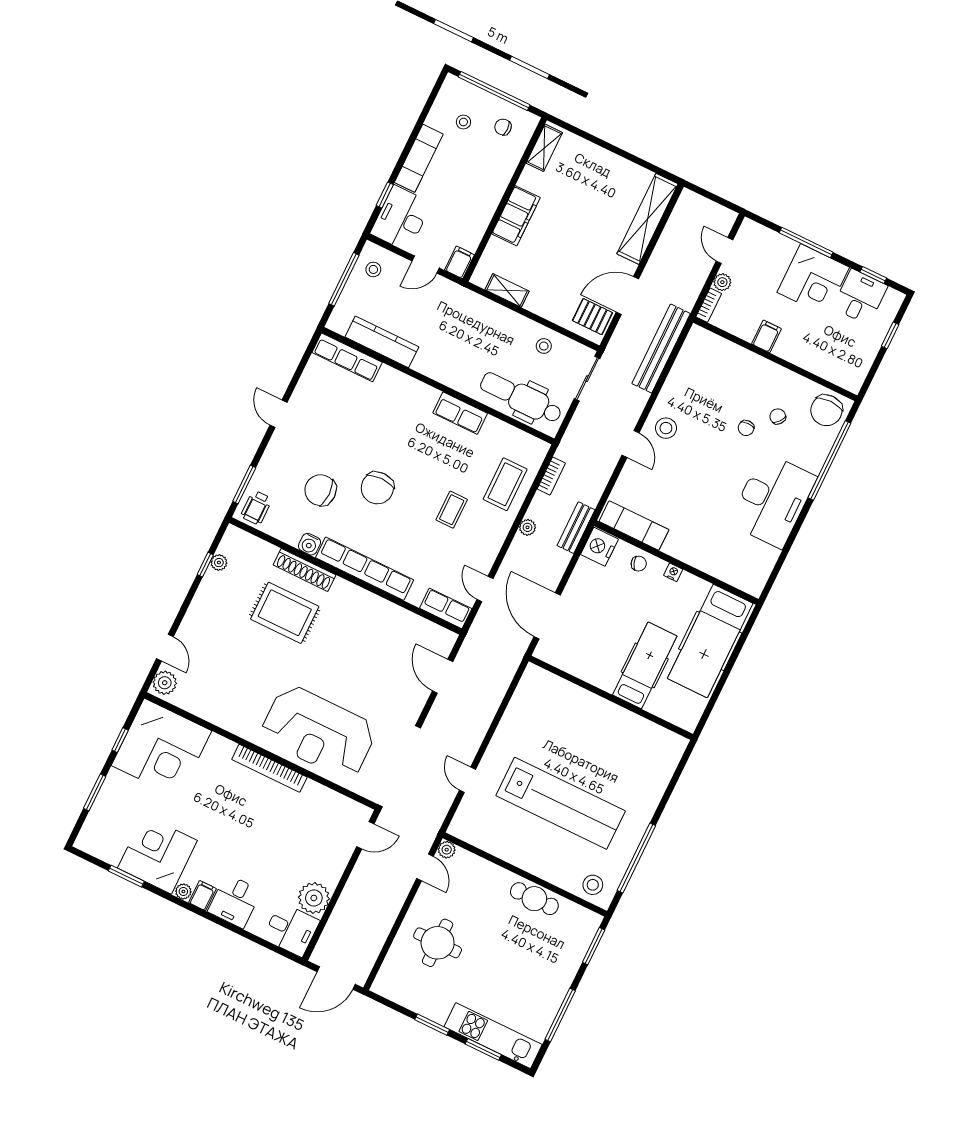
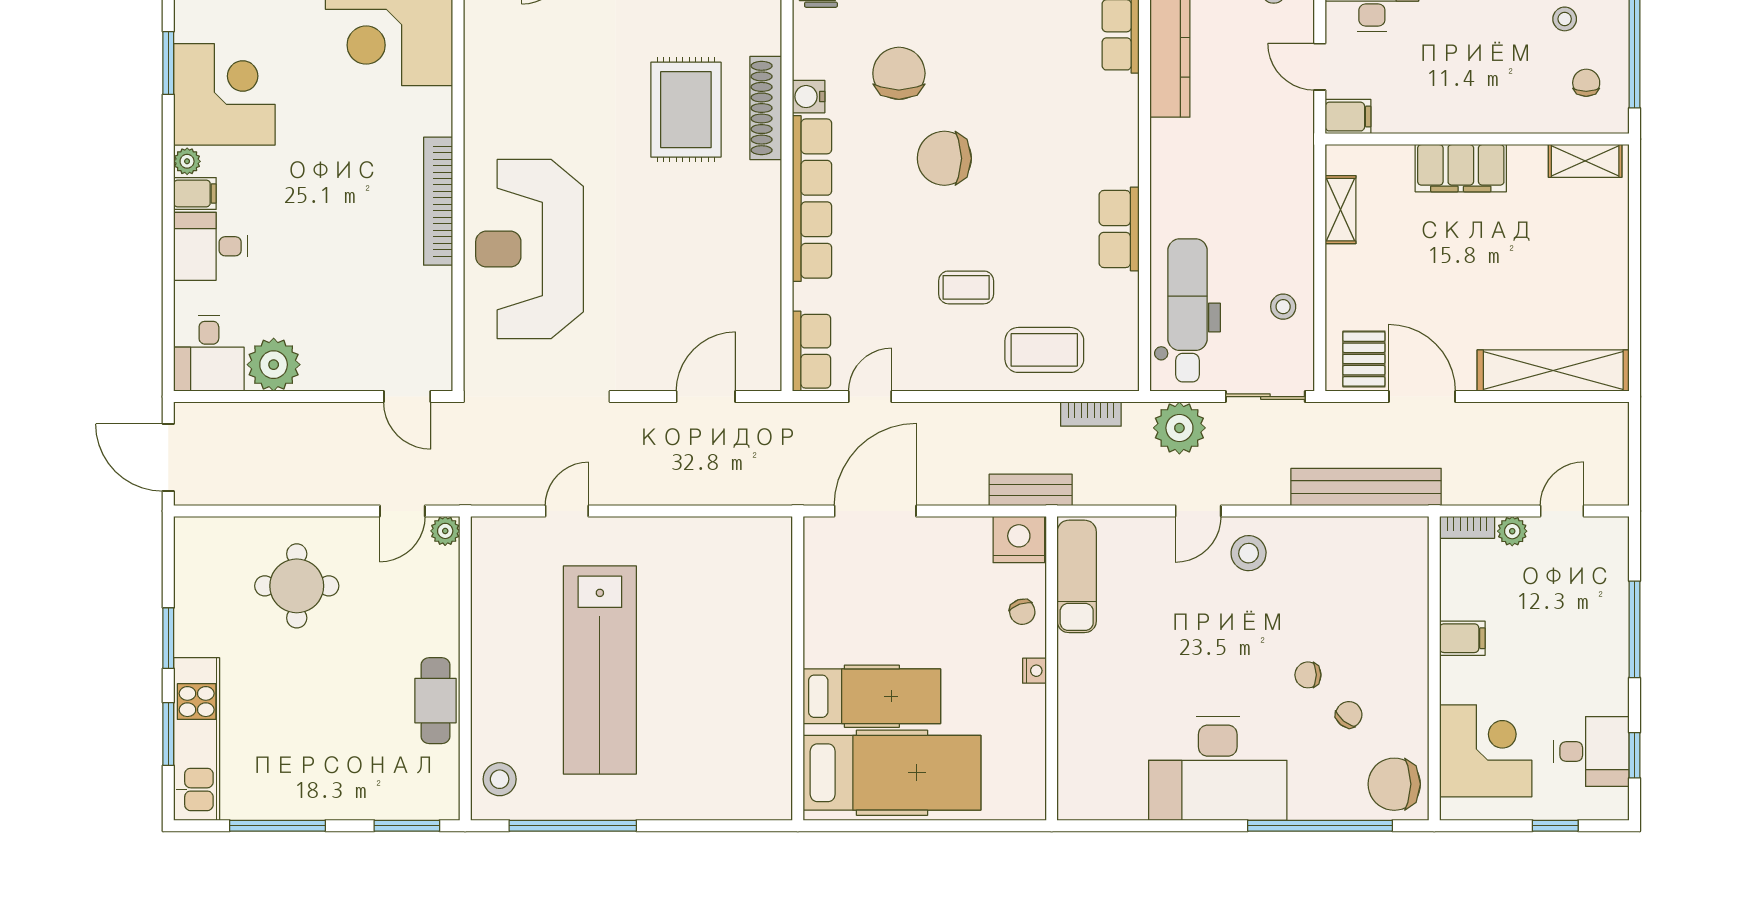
corner desk: (813, 280) -> (1486, 751), moved, turned 180
plant: (528, 527) -> (1179, 428), moved, width x1.88, depth x1.88
hospital bed: (710, 641) -> (892, 773), moved, turned 180

